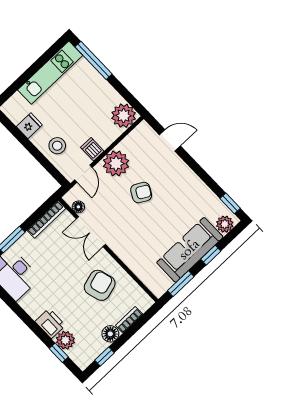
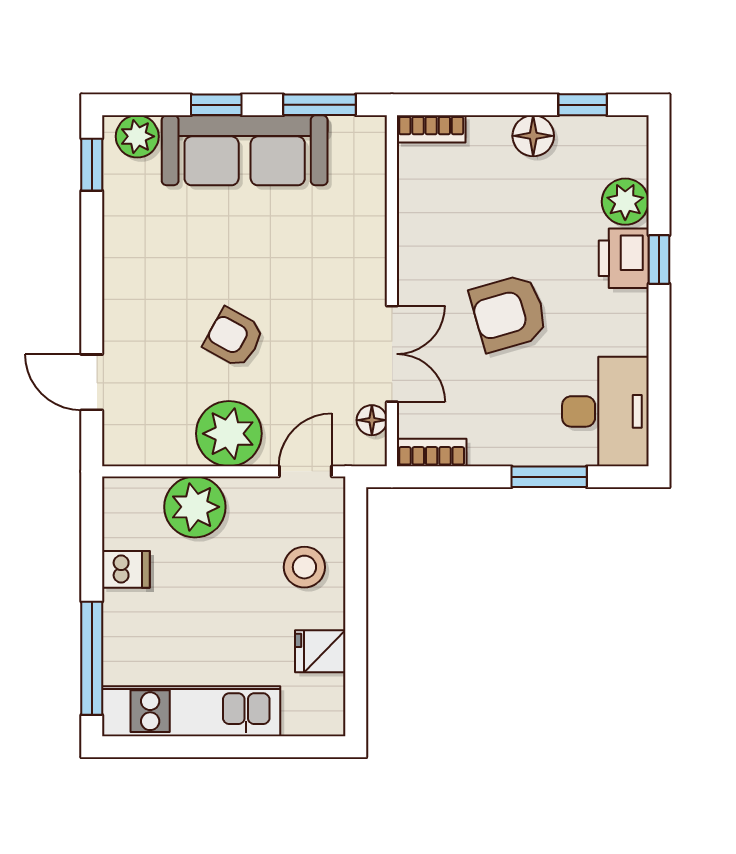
plant: (124, 116) -> (195, 507), moved
dishwasher: (92, 149) -> (126, 569), moved, turned -90
bookcase: (46, 219) -> (432, 452), width x0.64
armchair: (100, 285) -> (509, 313), moved
bookcase: (129, 320) -> (431, 129), moved
window: (59, 353) -> (659, 259), moved

